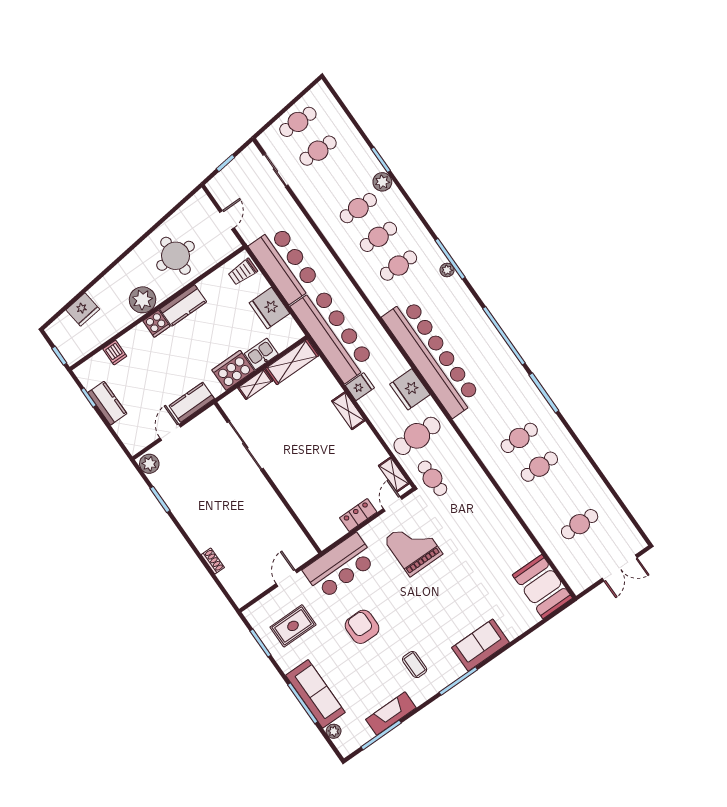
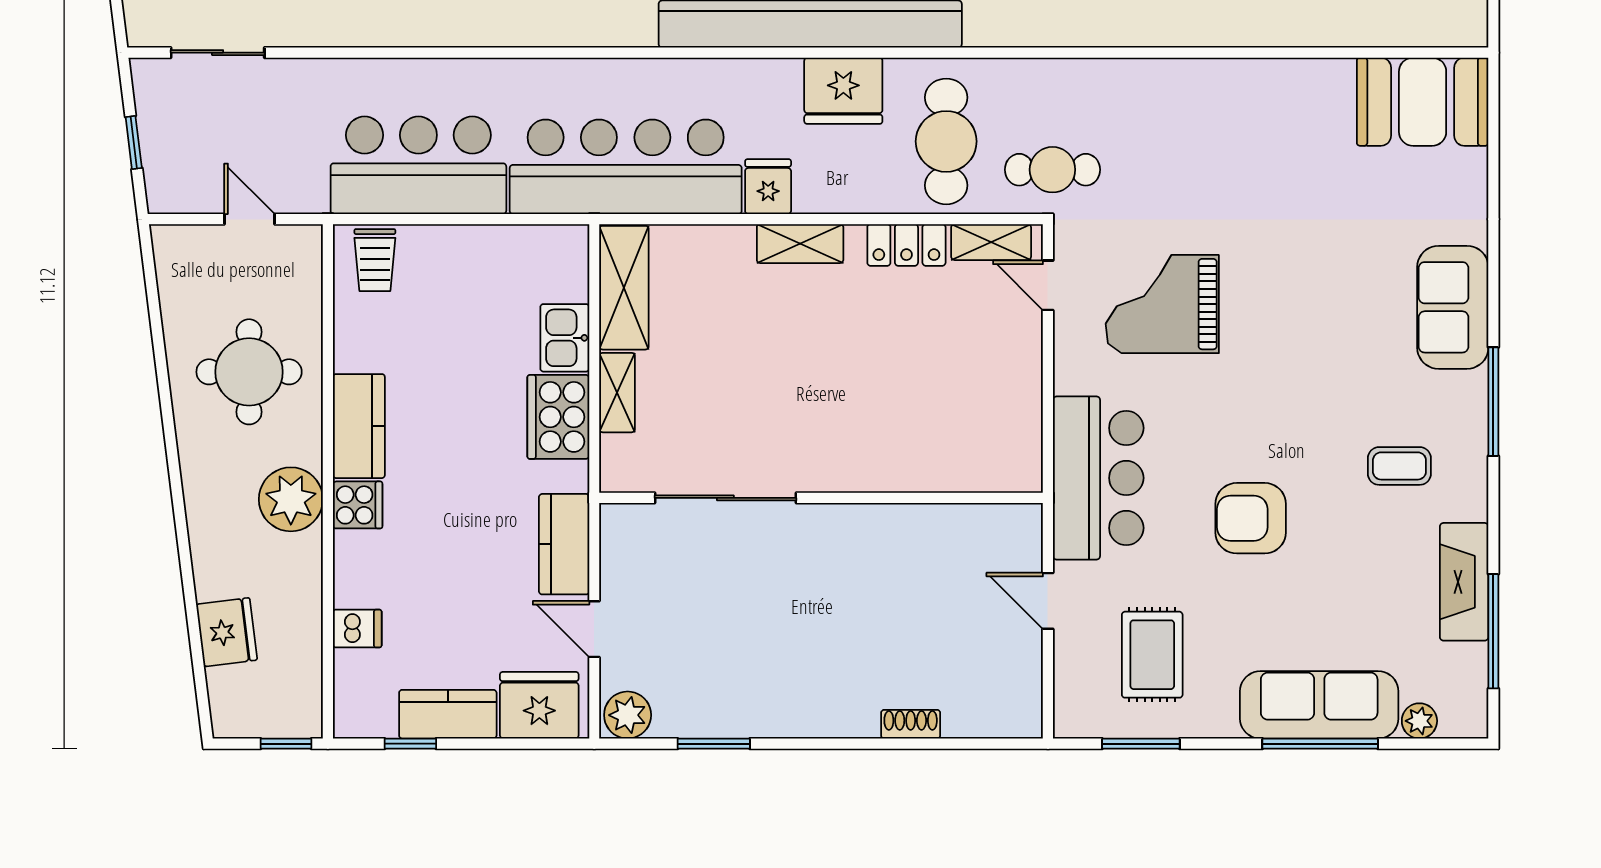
fridge: (269, 308) -> (539, 705), moved, turned 180
locker: (358, 515) -> (906, 245), moved, turned -90

